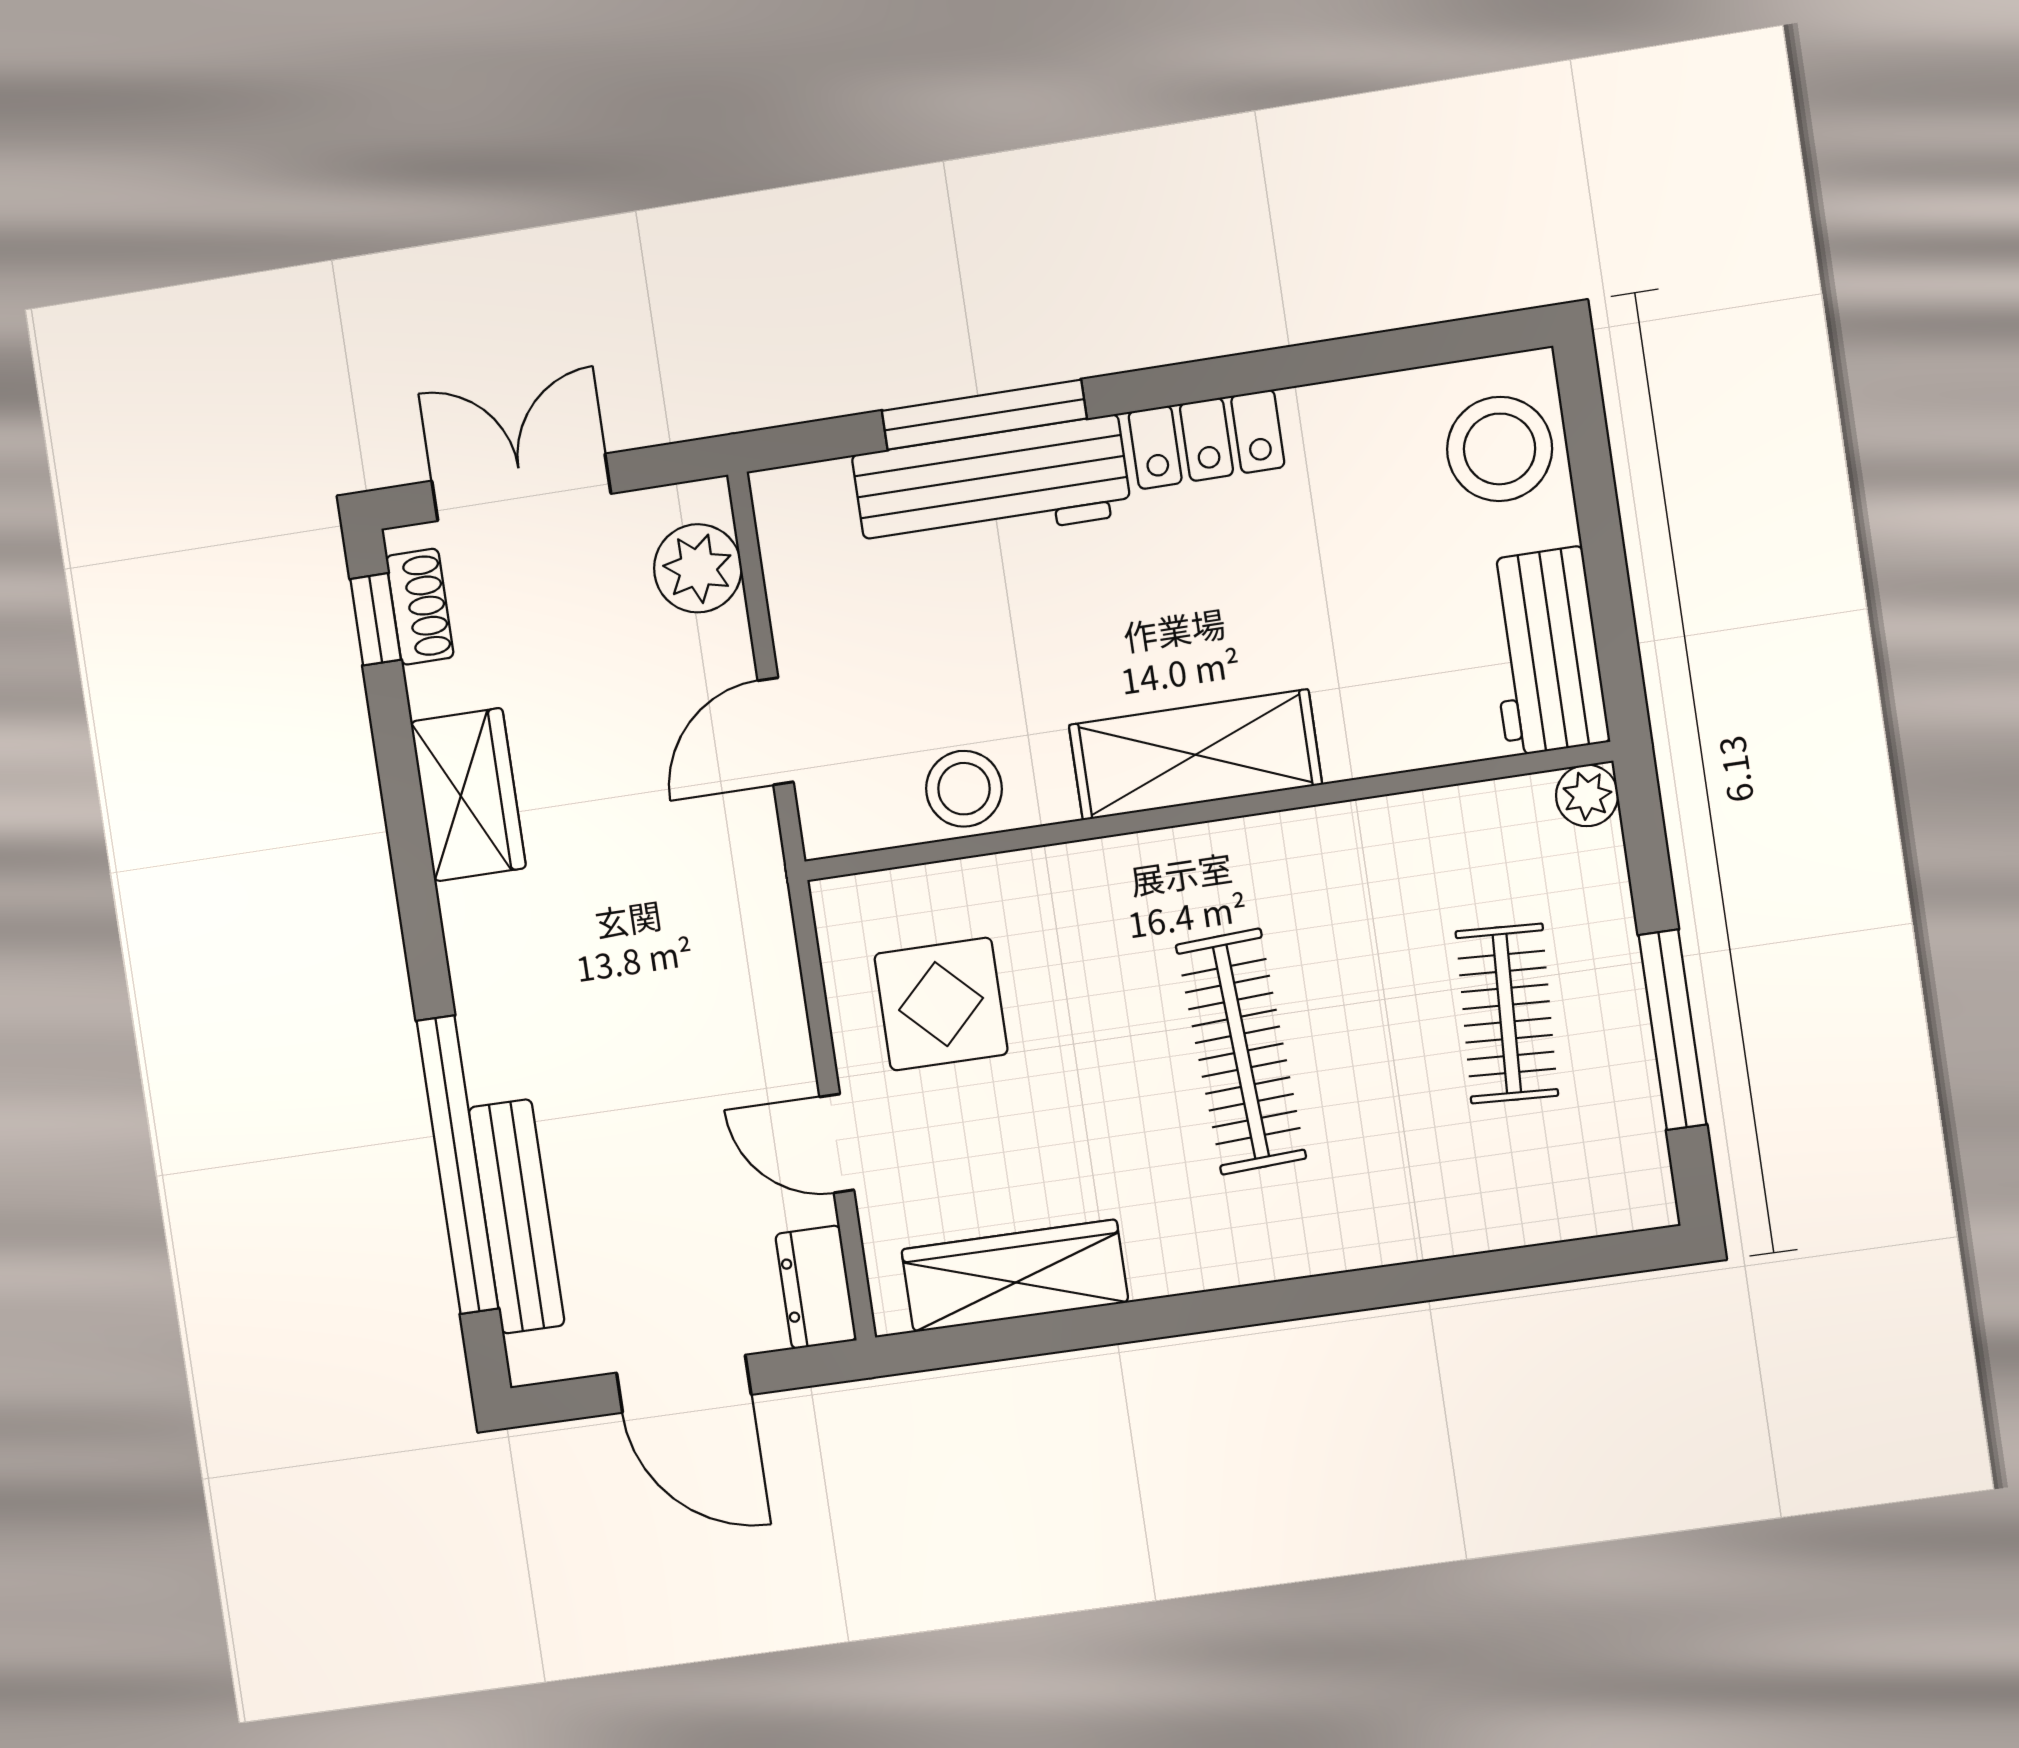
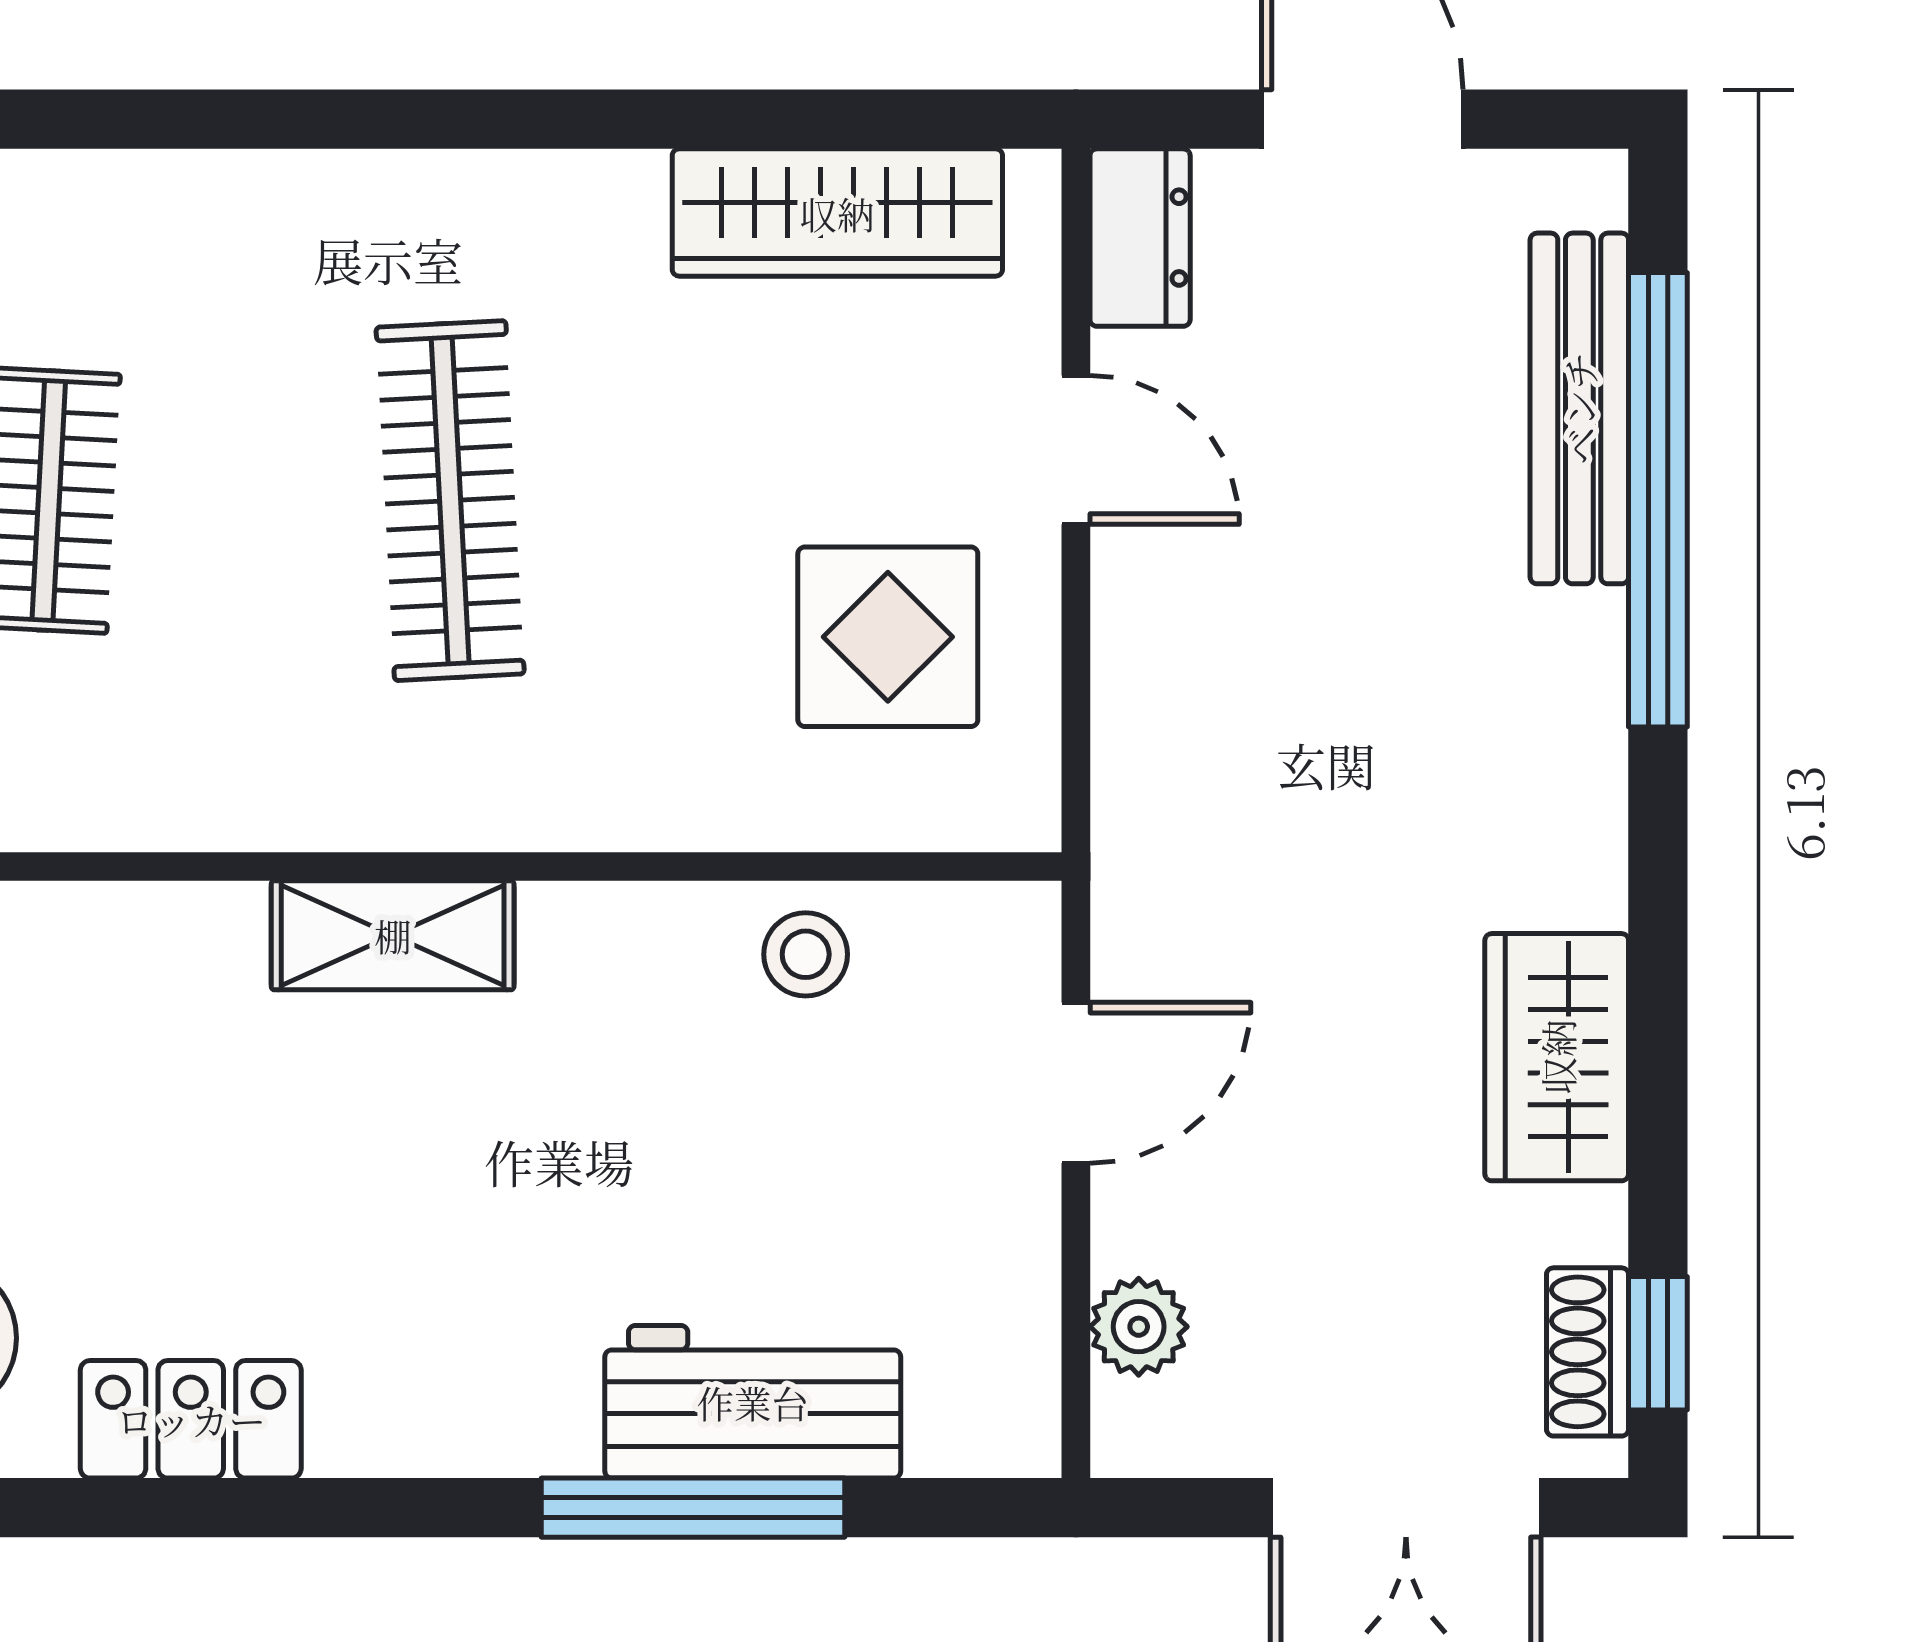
locker: (1206, 439) -> (191, 1419), moved
workbench: (992, 485) -> (753, 1402), width x0.73
plant: (698, 568) -> (1139, 1327), width x0.73, depth x0.73
shelving: (1195, 755) -> (393, 935), width x0.67, depth x0.75
stool: (964, 789) -> (806, 954), width x0.73, depth x0.73

